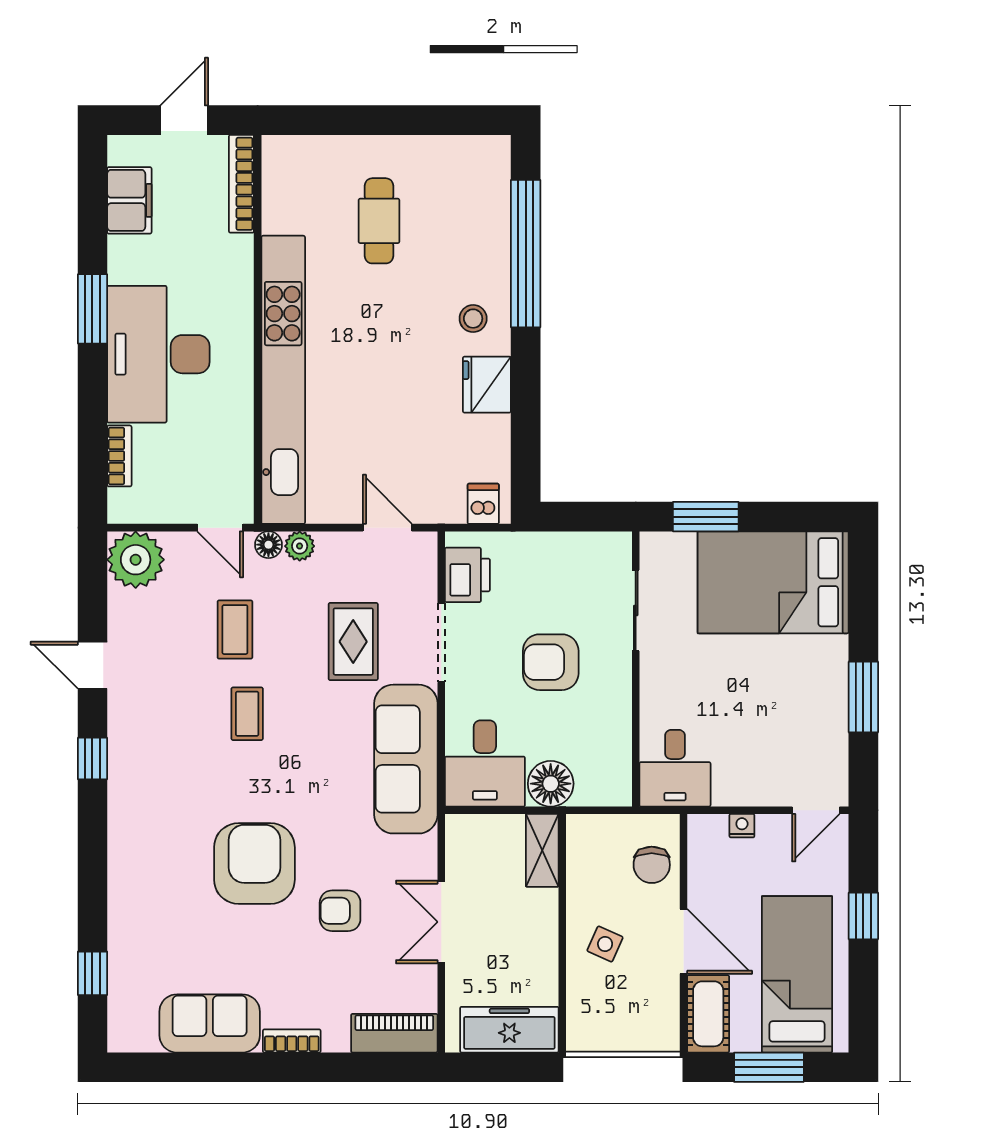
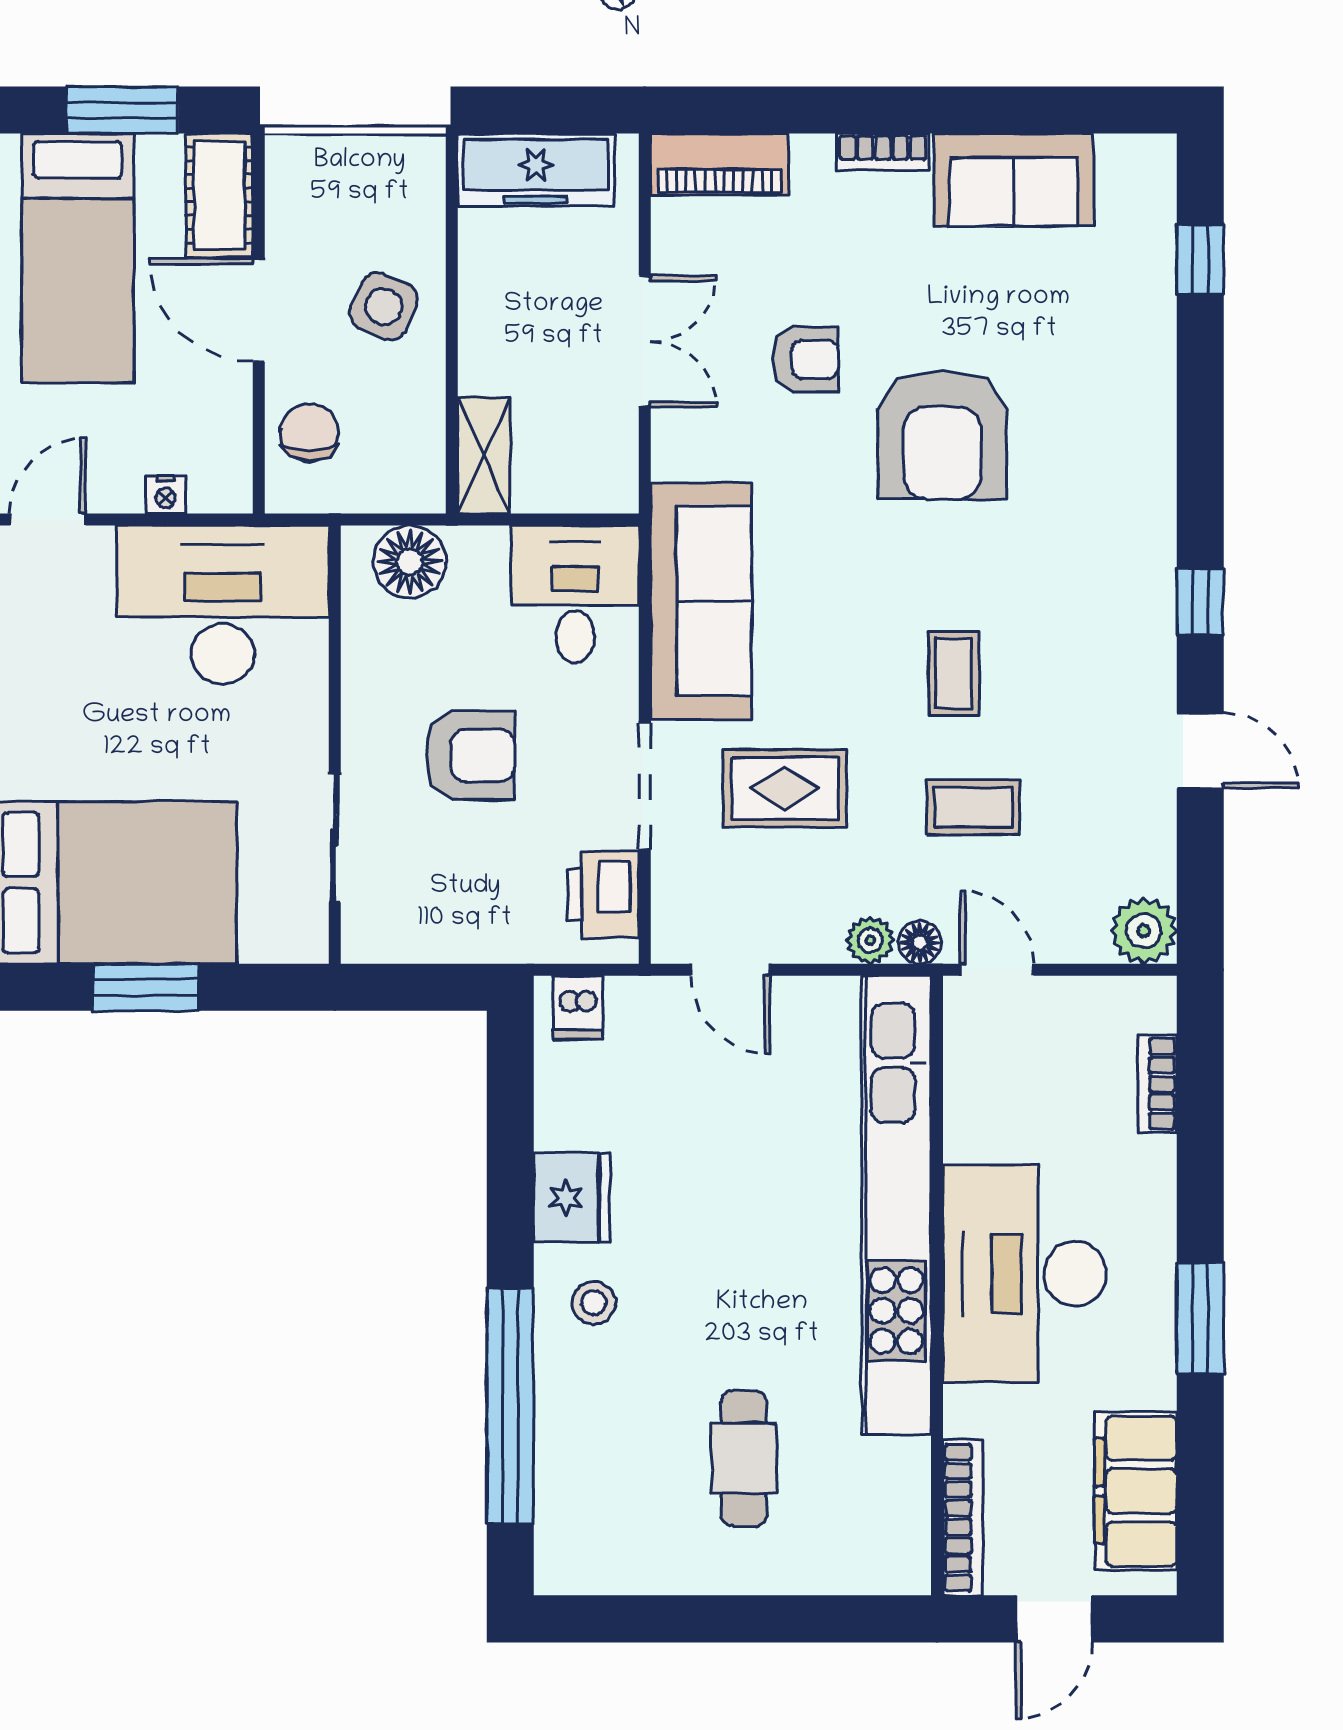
filing cabinet: (129, 200) -> (1136, 1491), width x1.50, depth x1.17
desk: (158, 354) -> (1025, 1274), moved, turned 180
window: (706, 517) -> (146, 987), moved
plant: (136, 560) -> (1144, 931), width x0.73, depth x0.73
coffee table: (235, 630) -> (973, 807), turned 90
rug: (353, 642) -> (785, 788), turned 90
desk: (675, 768) -> (223, 605), width x1.87, depth x1.30
floor lamp: (551, 784) -> (410, 562), moved
side table: (605, 944) -> (384, 306), width x1.37, depth x1.37

